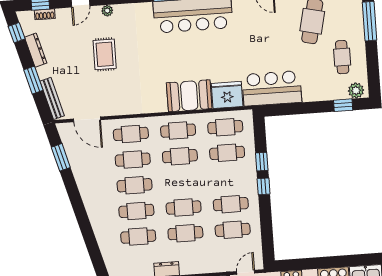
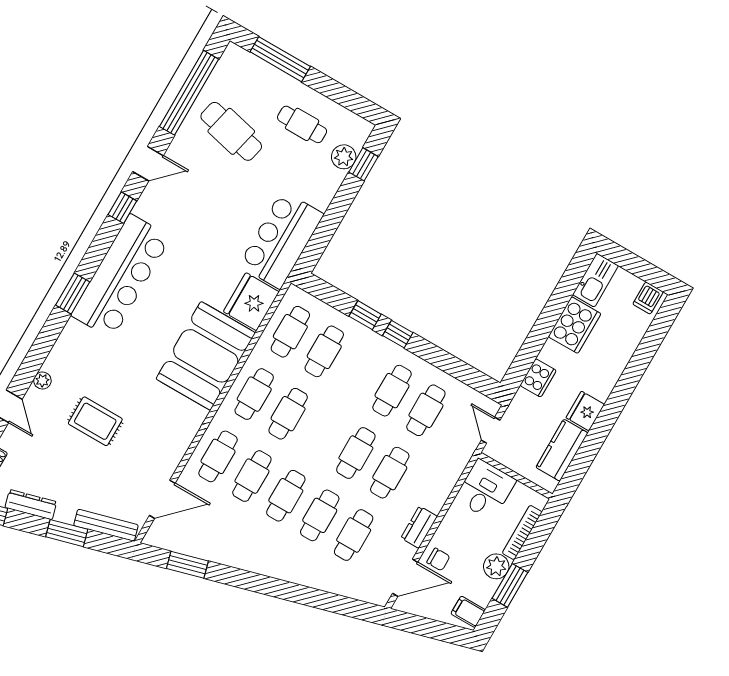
plant: (356, 90) -> (344, 157), moved
booth: (189, 96) -> (206, 356), width x1.36, depth x1.42

